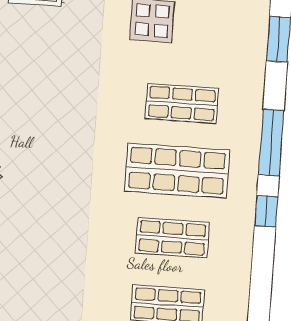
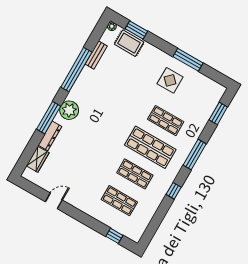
window: (266, 211) -> (174, 191), moved

